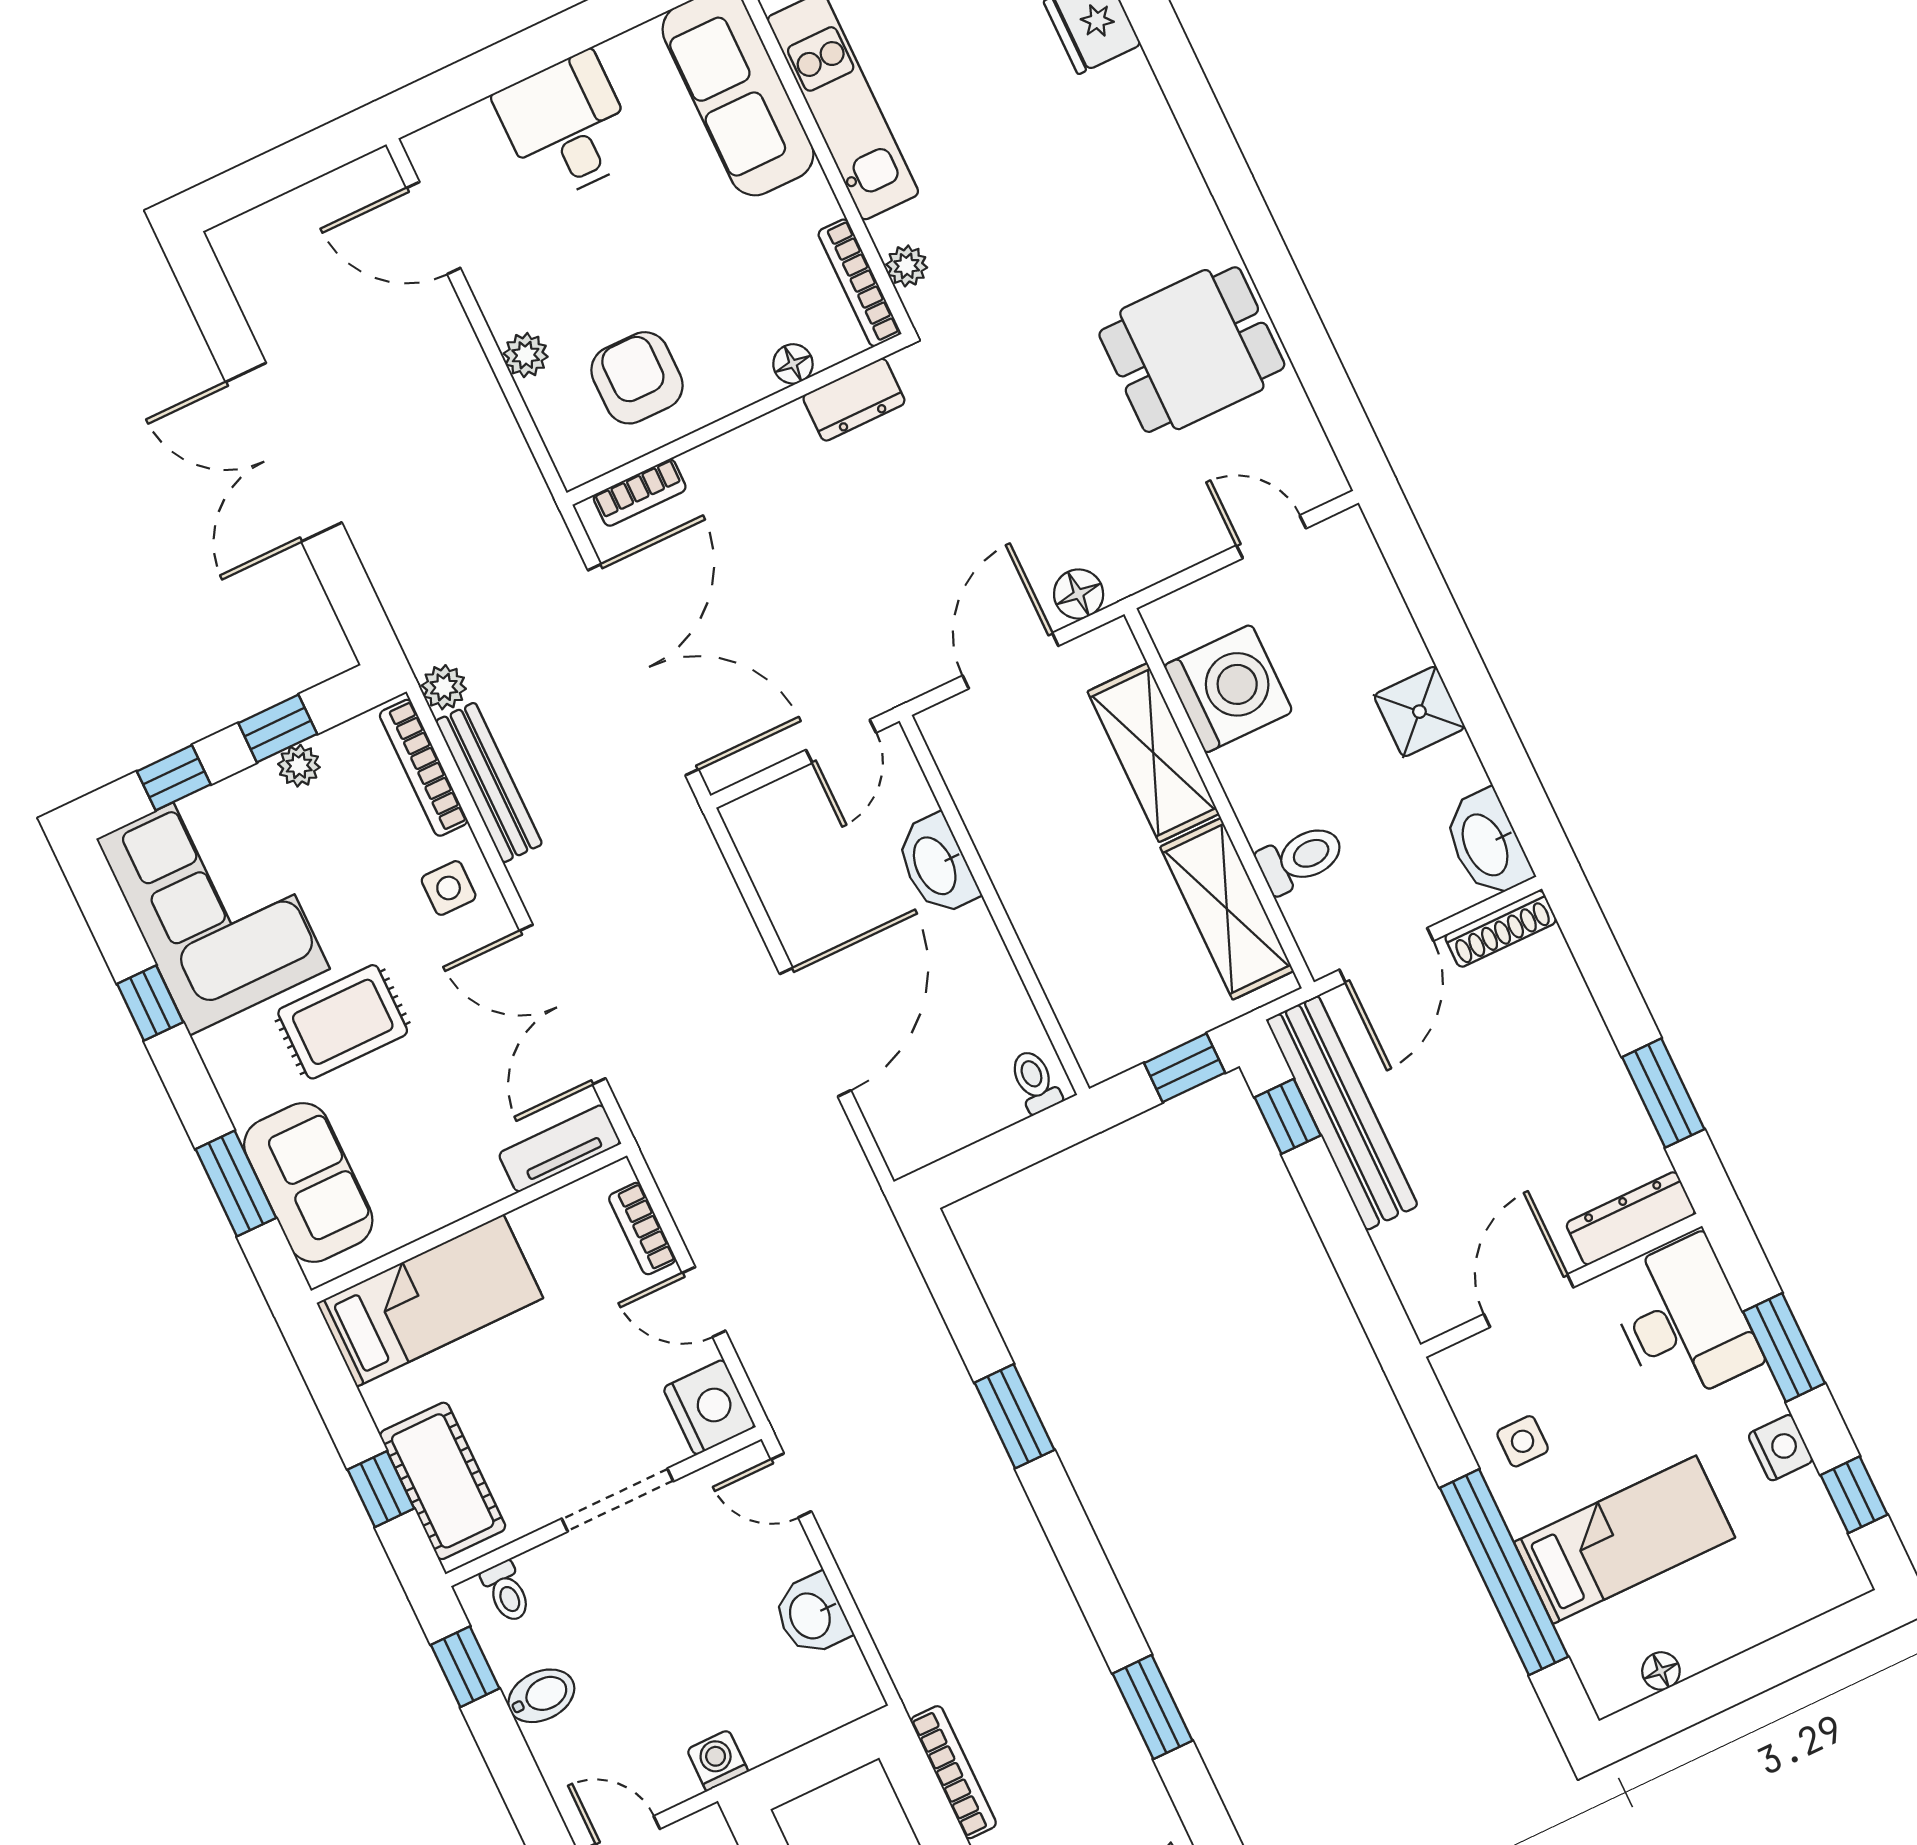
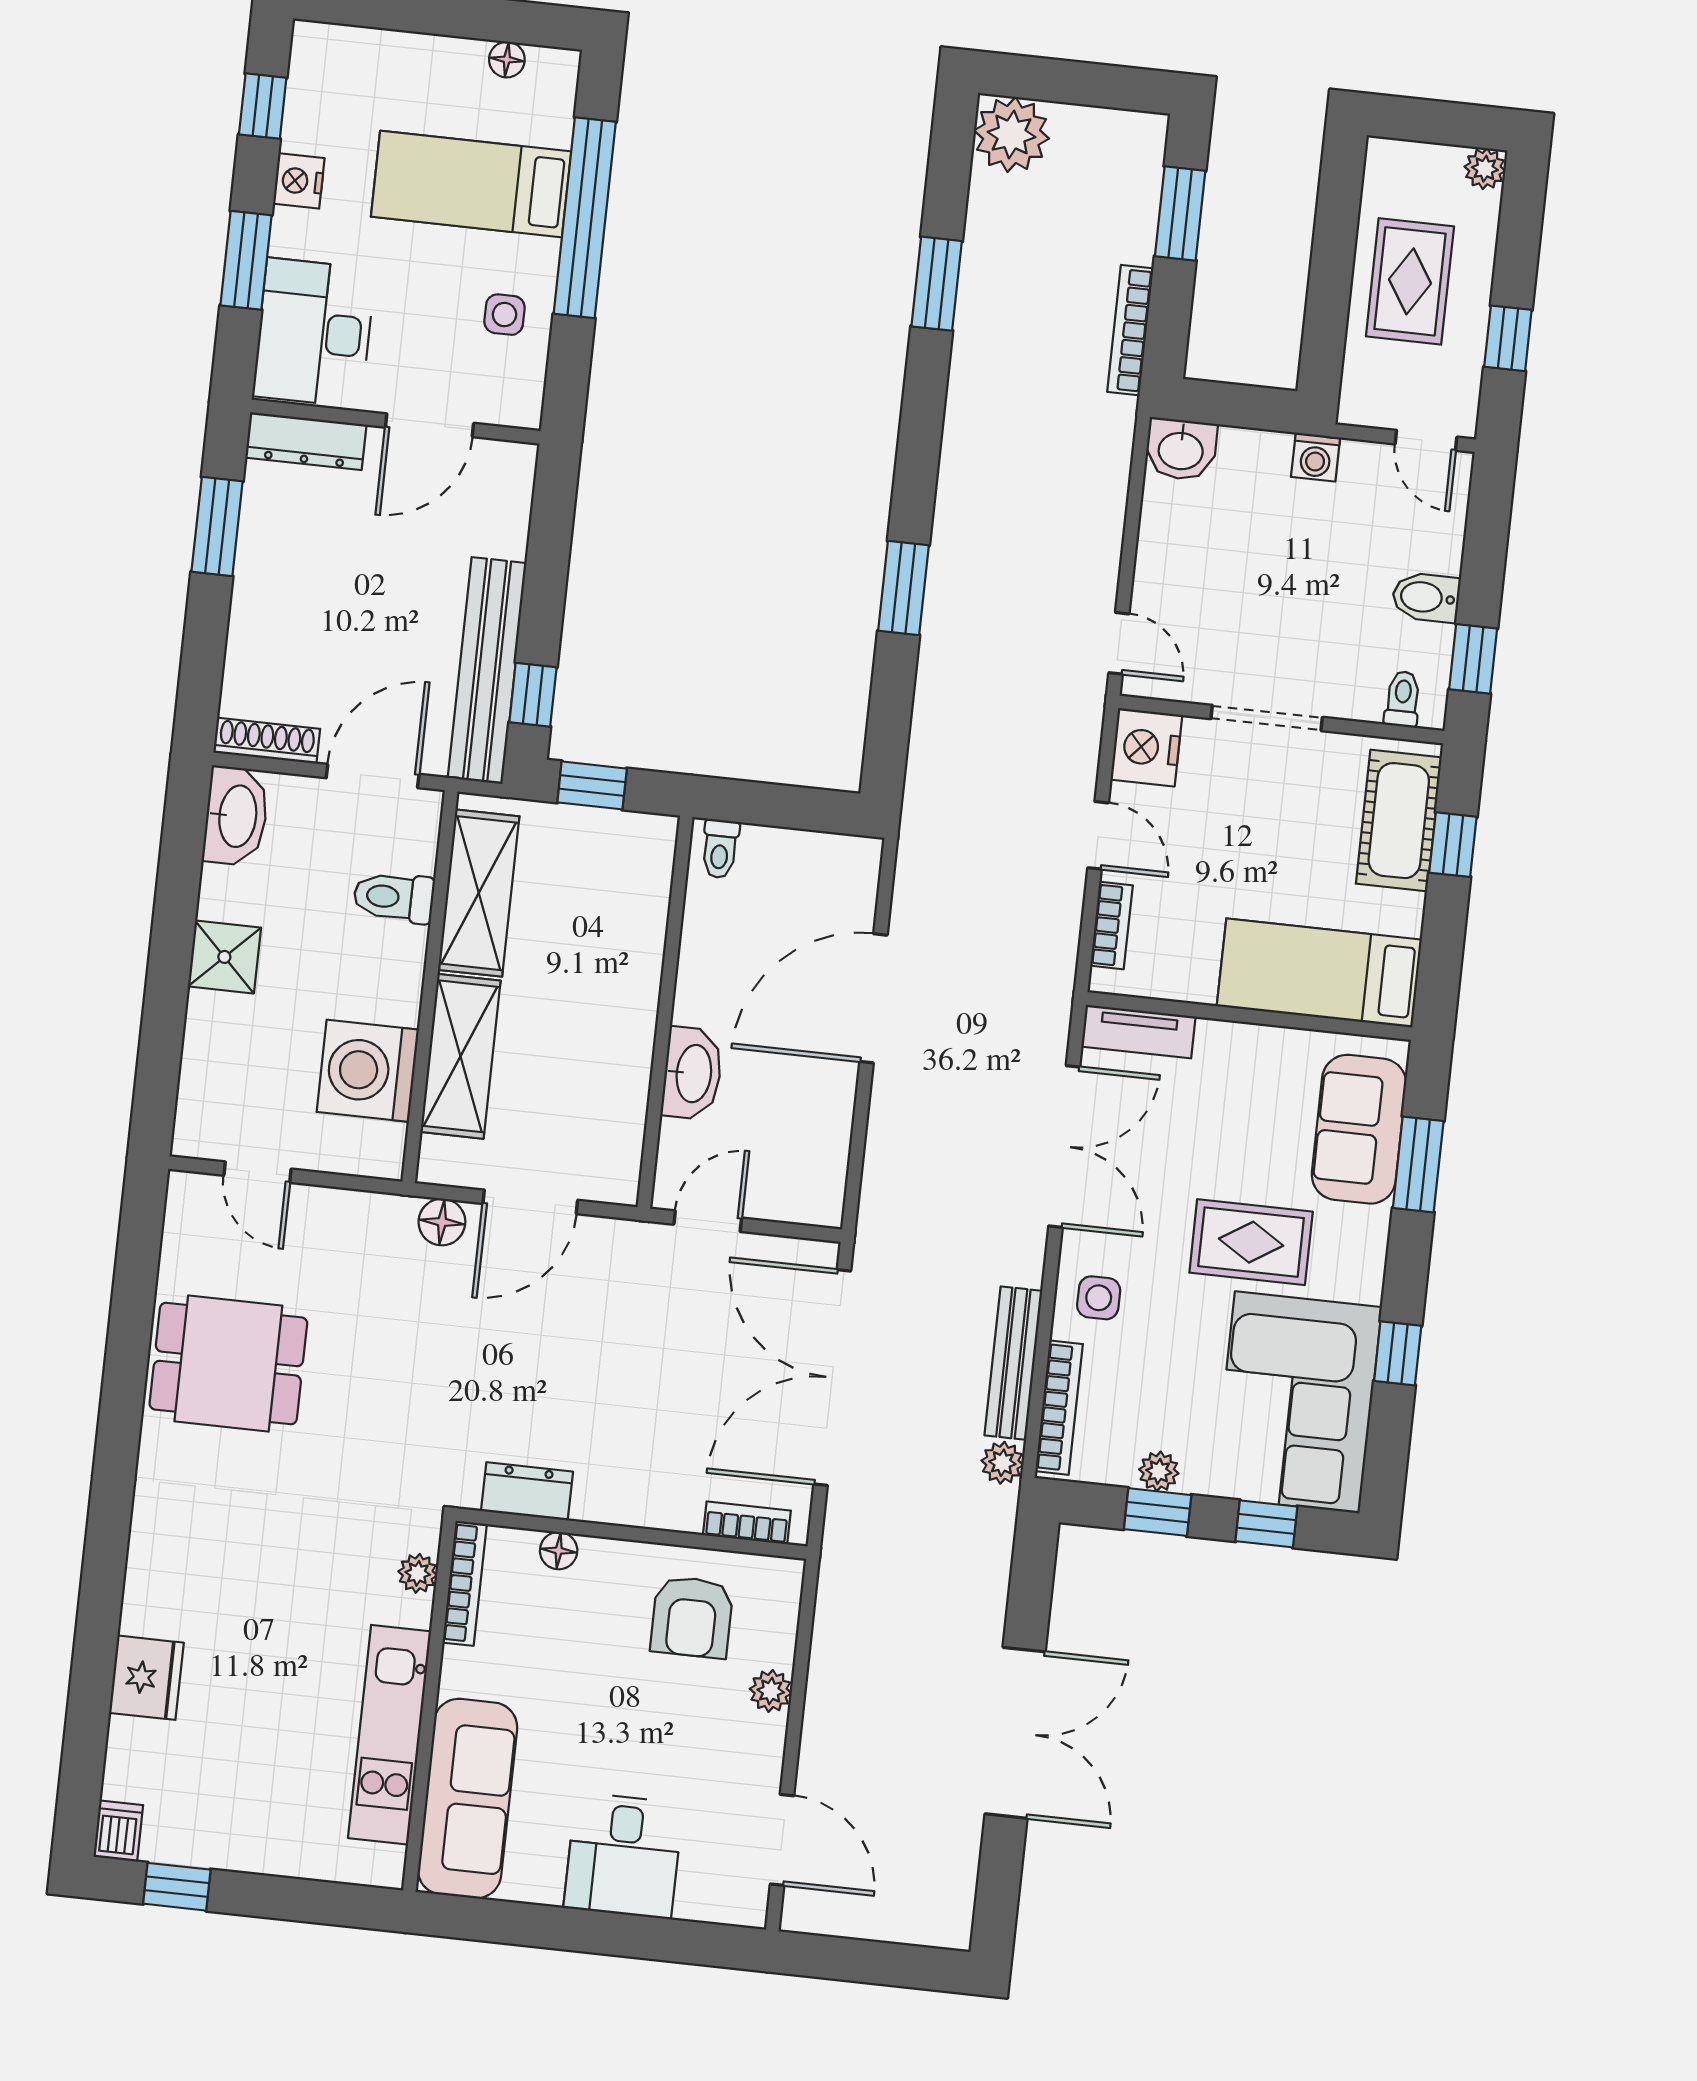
washbasin: (812, 1615) -> (1181, 449), moved, turned 90

